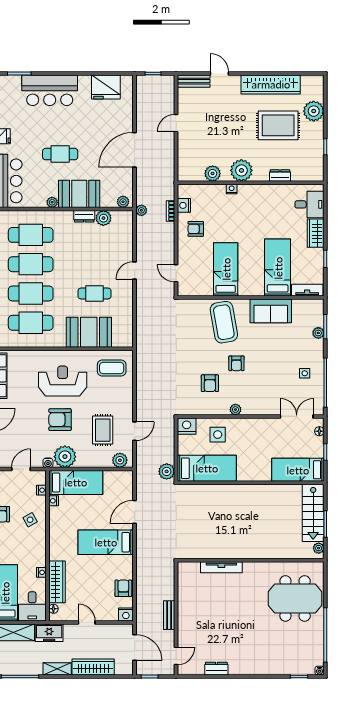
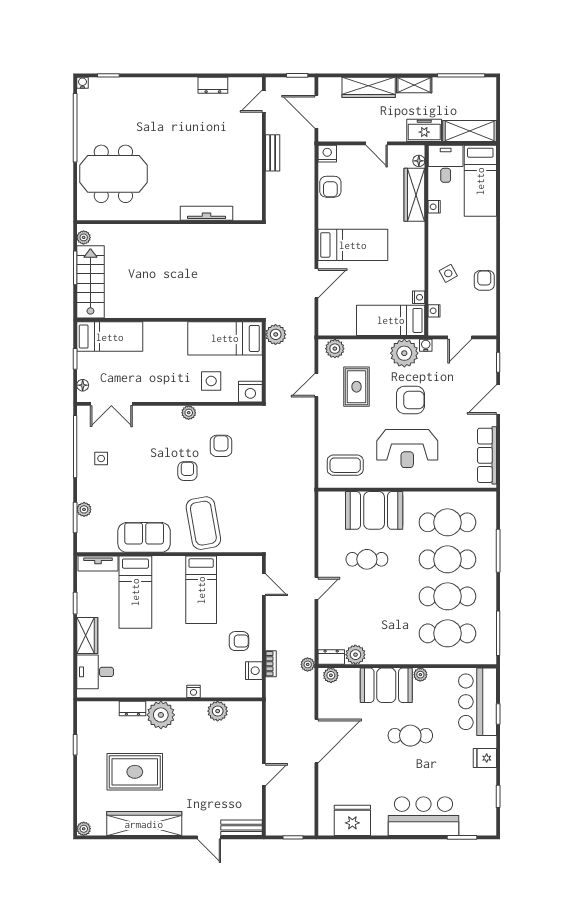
plant: (314, 111) -> (84, 829), moved, width x0.53, depth x0.53
plant: (241, 170) -> (161, 715), moved
dresser: (84, 216) -> (331, 657), moved

